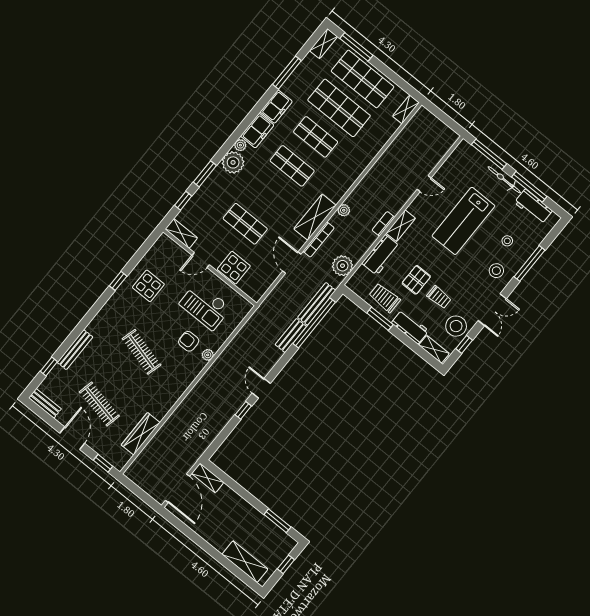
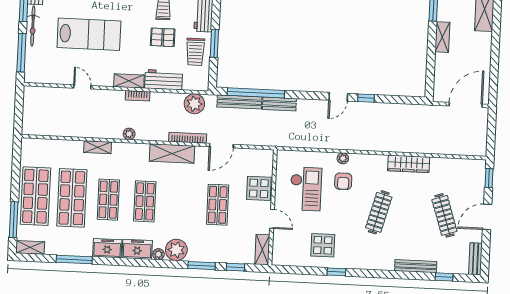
shelving: (406, 109) -> (98, 147), moved
plant: (344, 210) -> (129, 134), moved
clothes rail: (99, 404) -> (444, 215), turned -30
wardrobe: (141, 434) -> (409, 164), moved
shelving: (208, 478) -> (442, 37), moved

